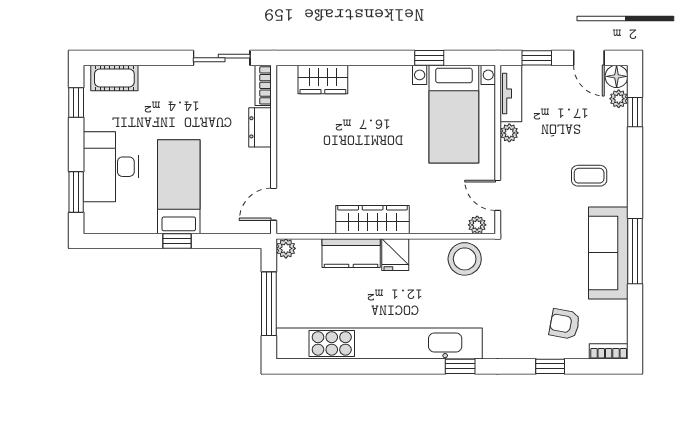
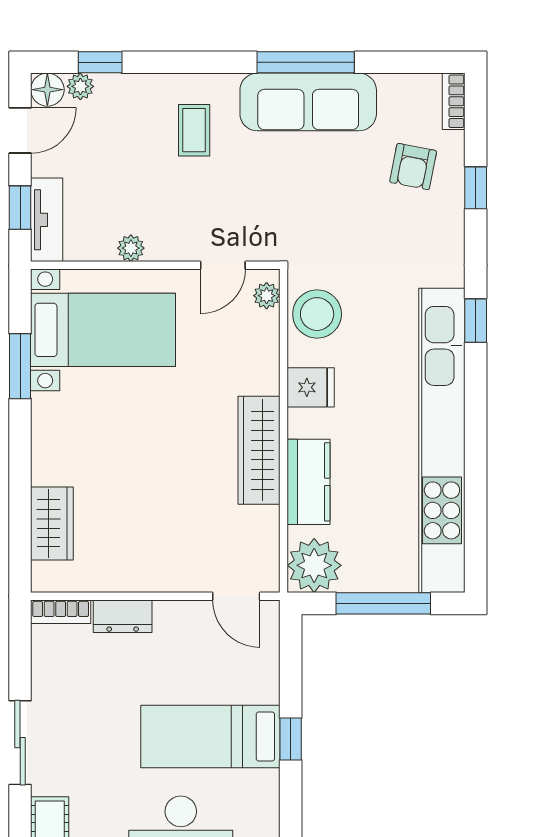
sliding door: (222, 58) -> (20, 743), moved
window: (429, 58) -> (20, 366), width x1.50
tv unit: (511, 93) -> (47, 220), moved, turned 90
plant: (286, 248) -> (314, 565), width x1.88, depth x1.88
fridge: (395, 255) -> (311, 387), moved

